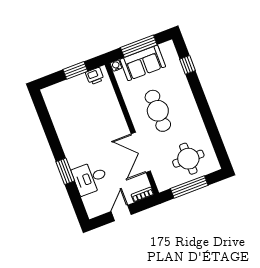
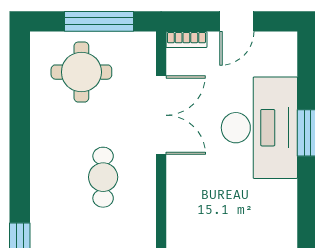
cafe table: (158, 111) -> (103, 177), width x0.73, depth x0.74
desk: (90, 178) -> (259, 128), width x1.87, depth x1.30

